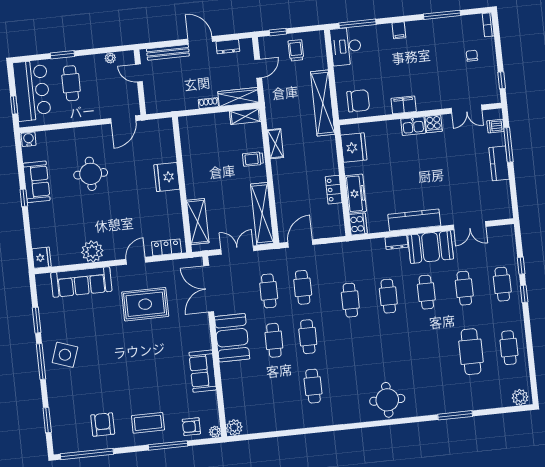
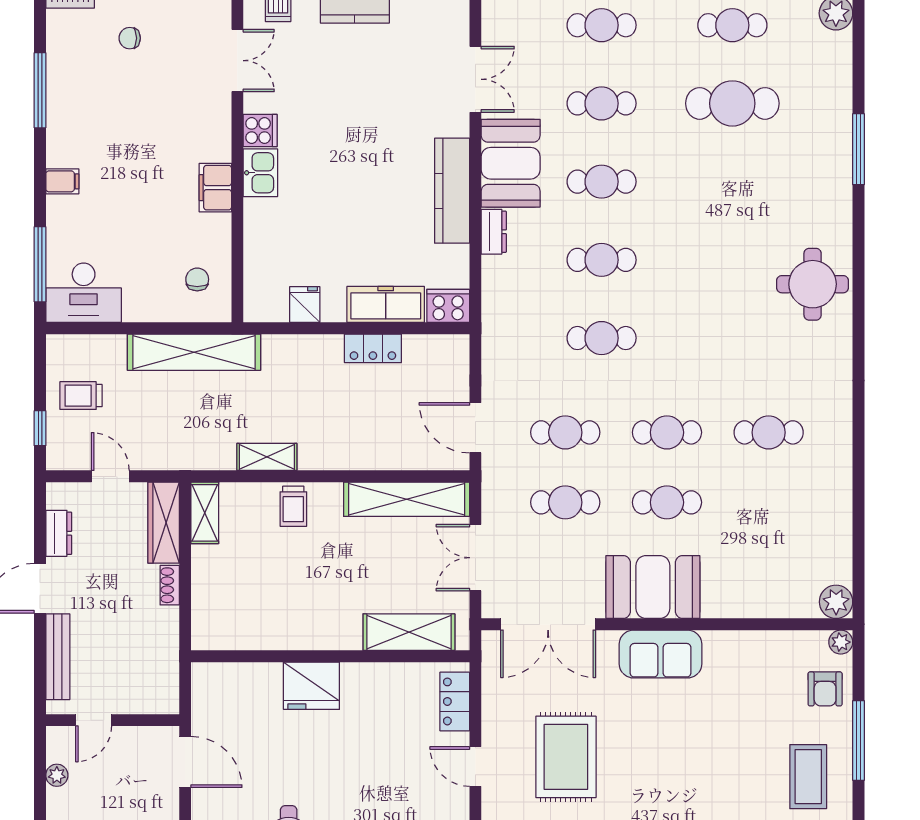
chair: (358, 101) -> (197, 279), width x0.54, depth x0.54
fridge: (354, 148) -> (305, 304), width x0.53, depth x0.75
sofa: (203, 371) -> (660, 654), moved

